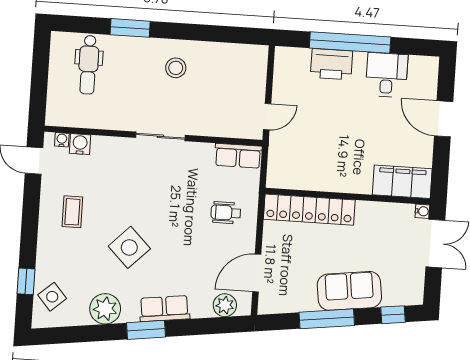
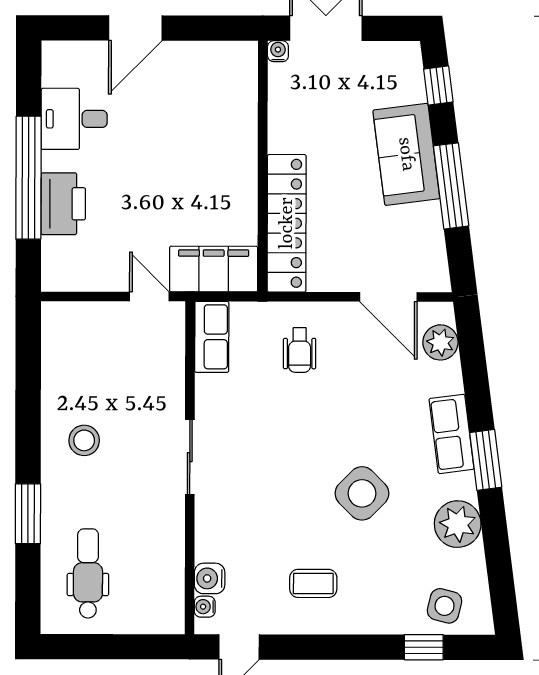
dental chair: (89, 65) -> (88, 573), turned -90
filing cabinet: (402, 182) -> (214, 269), moved, turned 90
side table: (52, 297) -> (445, 606), turned -35

